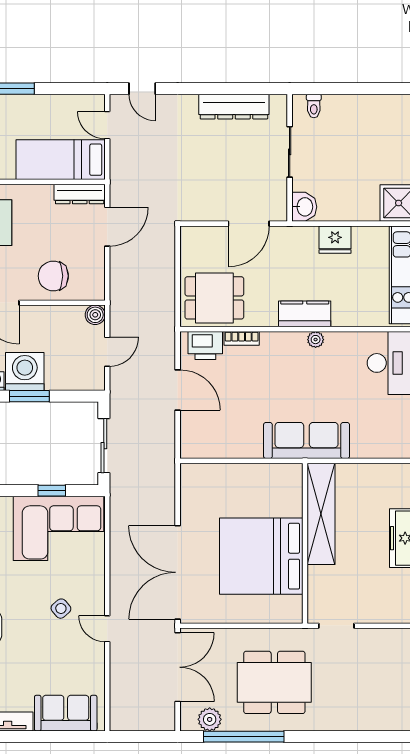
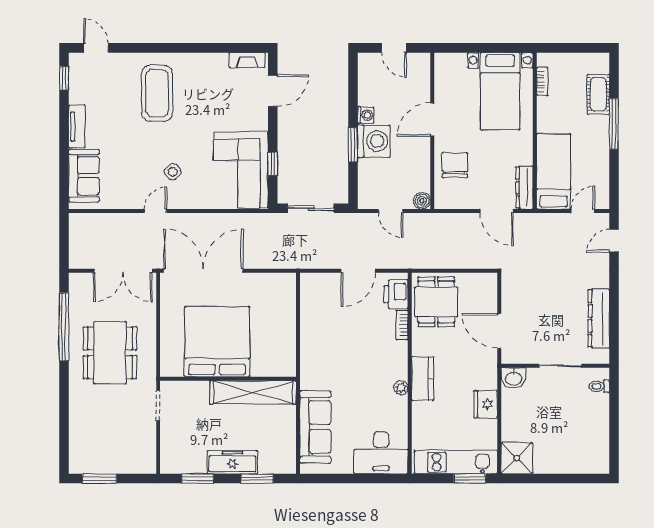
sofa: (307, 441) -> (315, 427), moved
plant: (210, 719) -> (79, 298), removed

